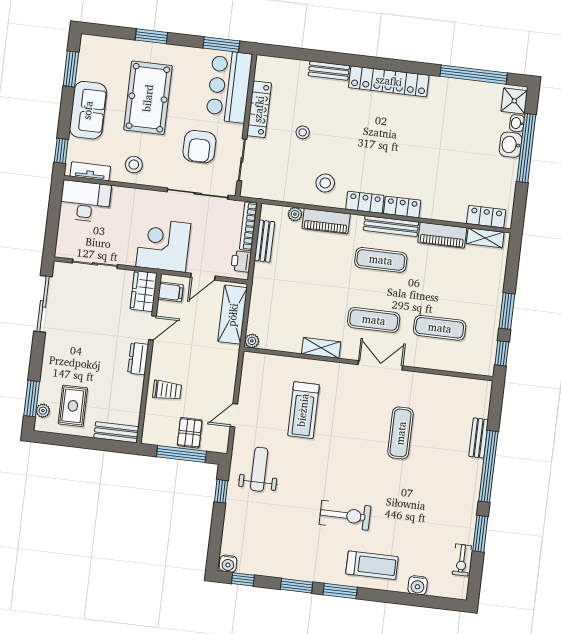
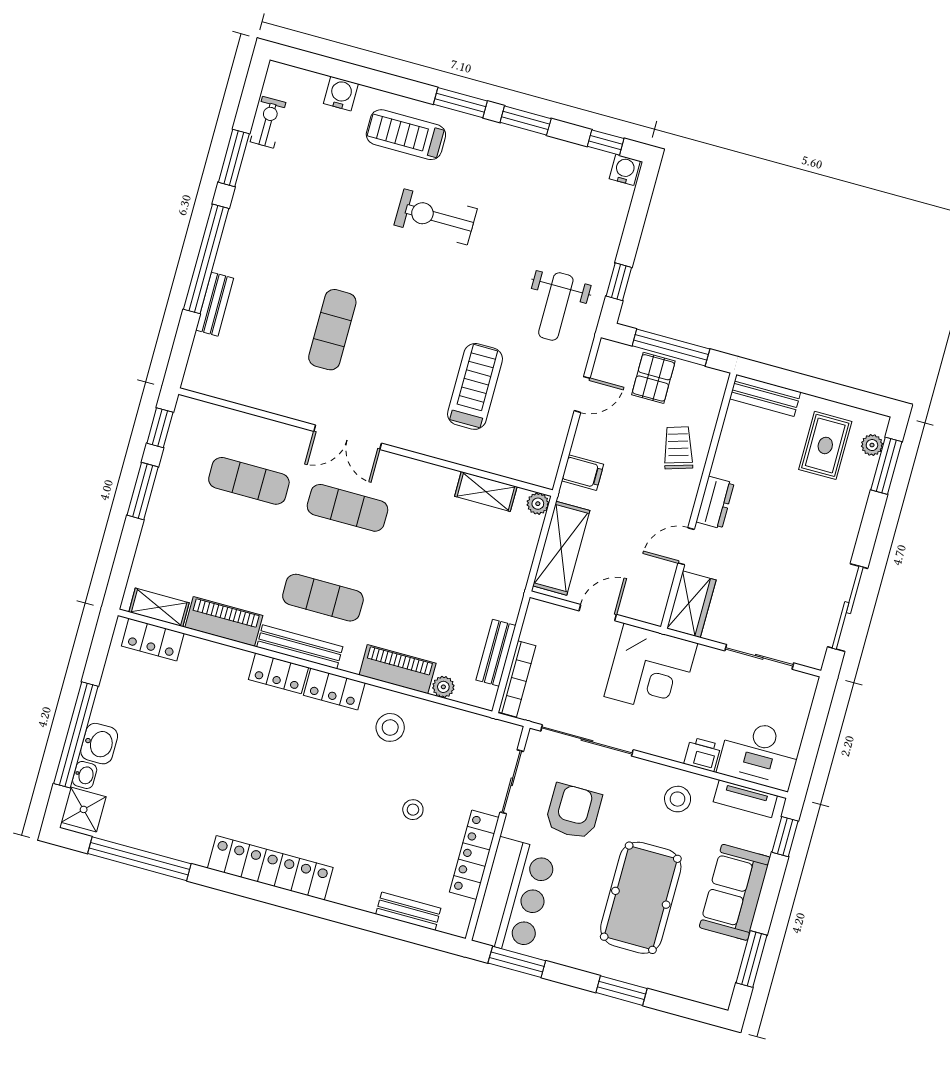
bench: (329, 71) -> (408, 911), moved
printer: (241, 261) -> (702, 754), moved, turned -90
filing cabinet: (171, 292) -> (583, 473), moved, turned 180
shelving: (321, 348) -> (486, 492), moved
trolley: (167, 390) -> (678, 448), turned 73

